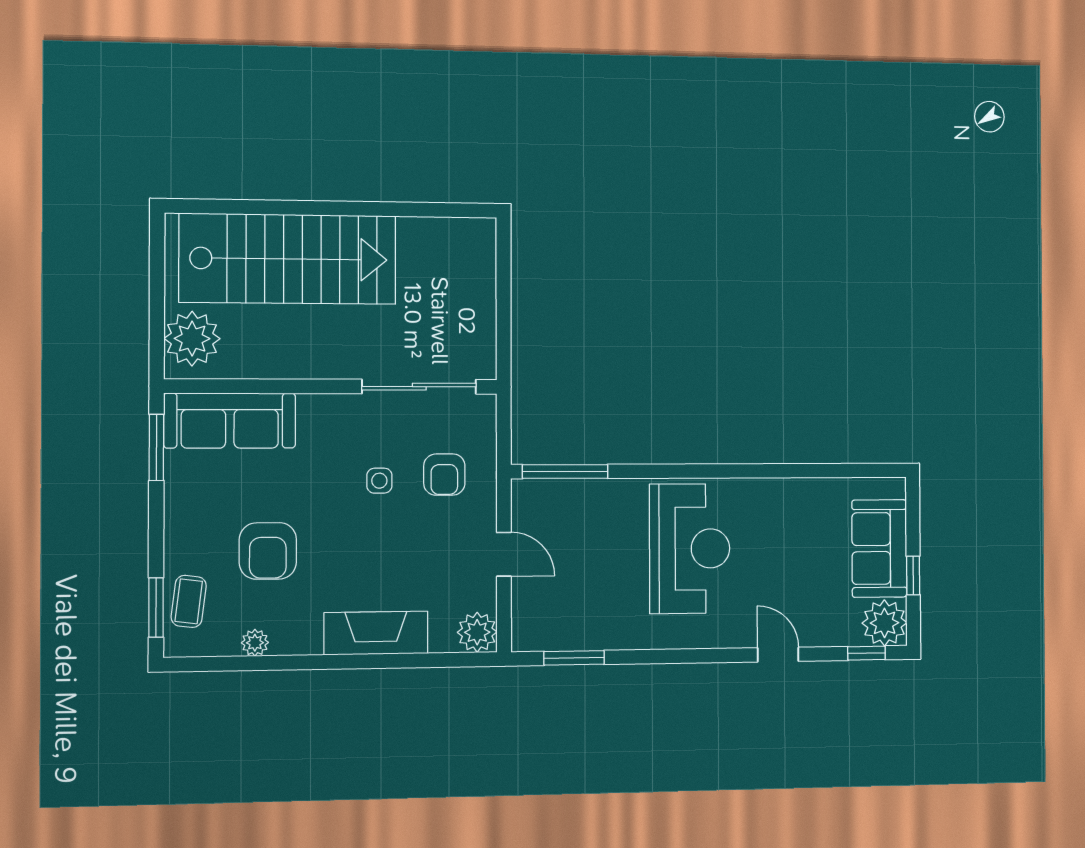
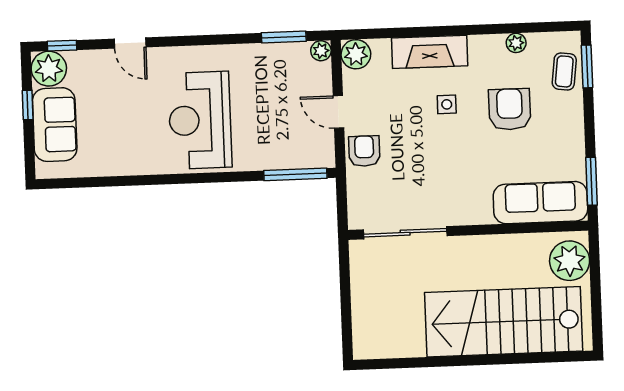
armchair: (444, 475) -> (364, 151), moved
side table: (379, 481) -> (447, 104), moved
plant: (525, 638) -> (321, 51), added

